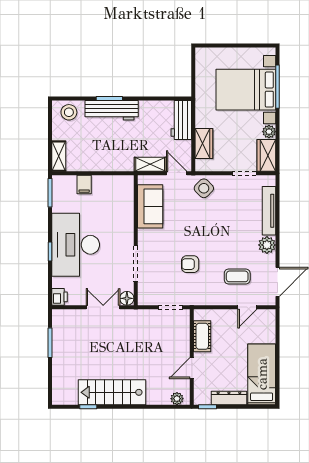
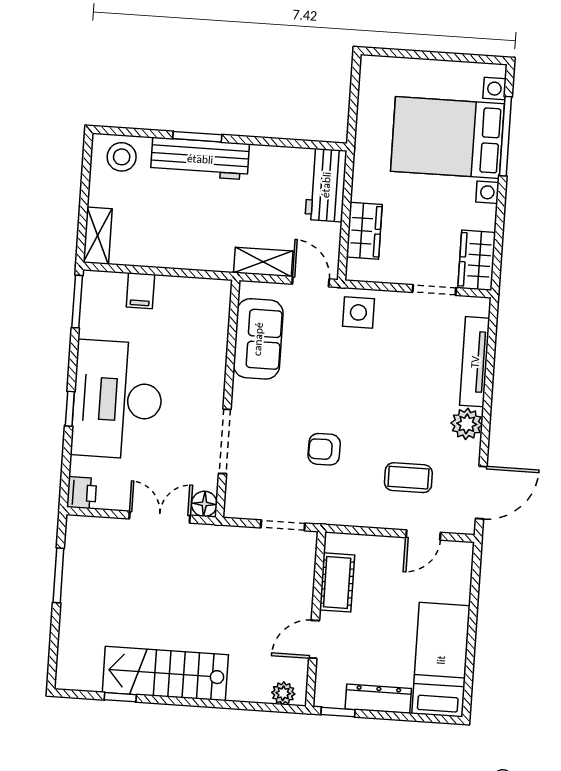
plant: (269, 132) -> (485, 217), removed
side table: (204, 188) -> (358, 312), turned 45

